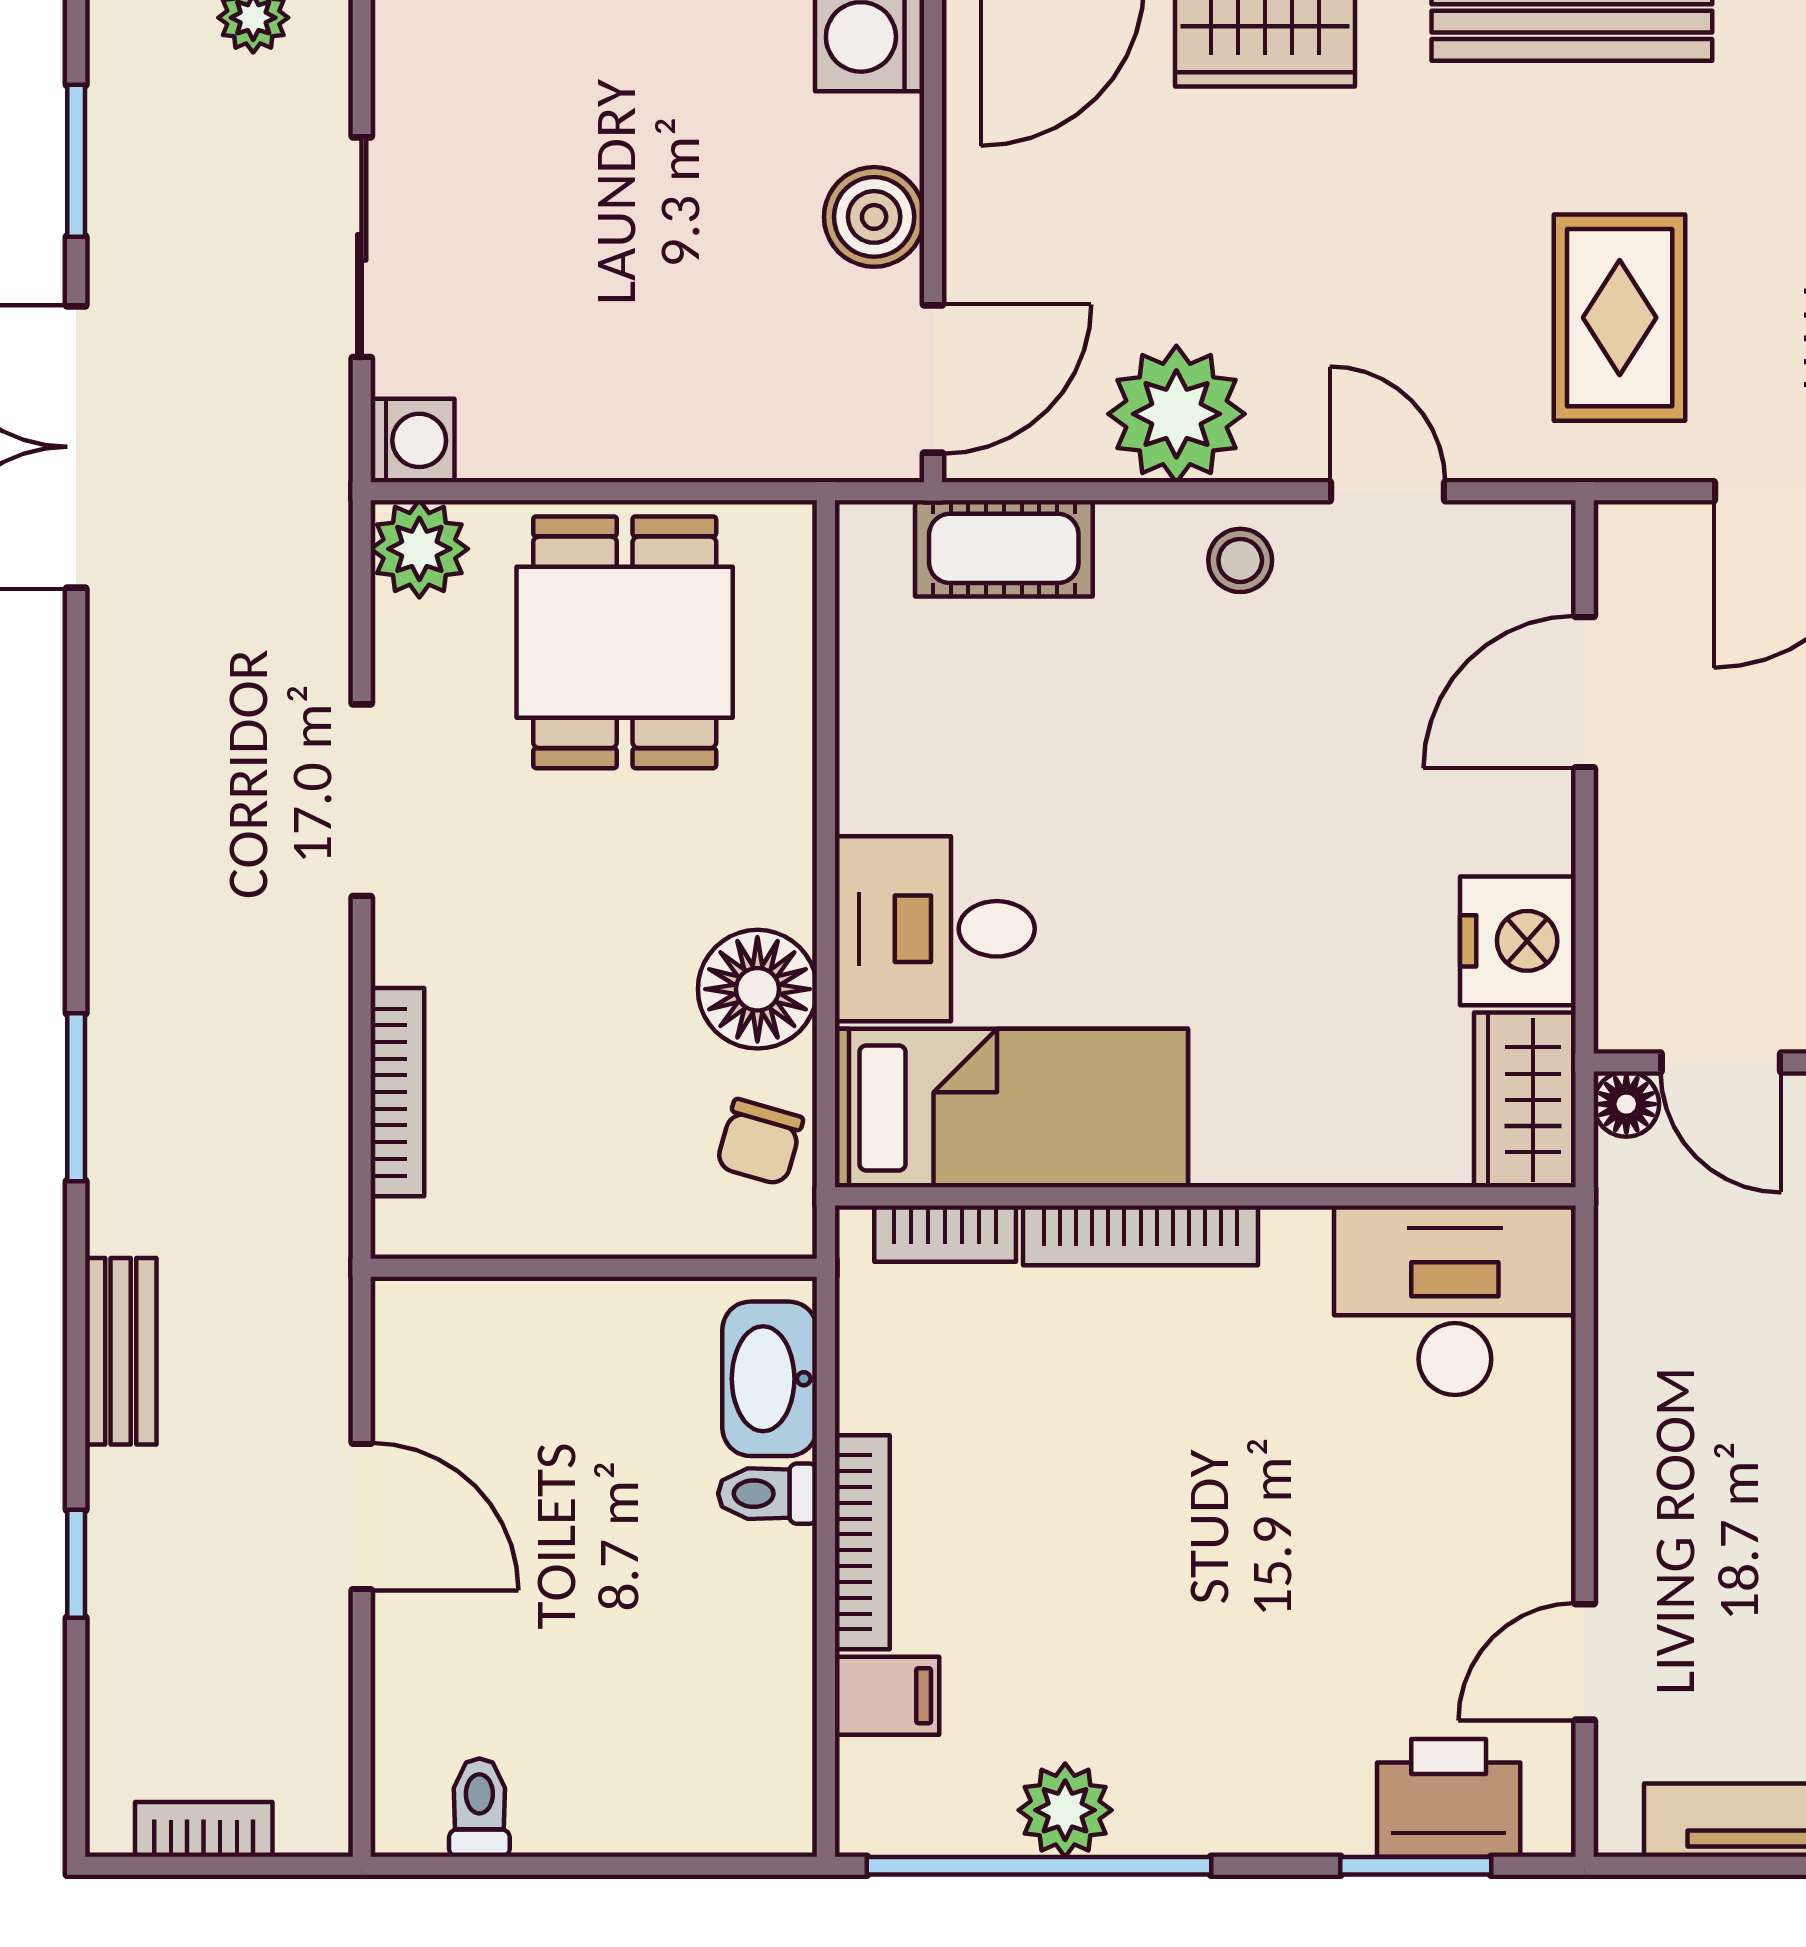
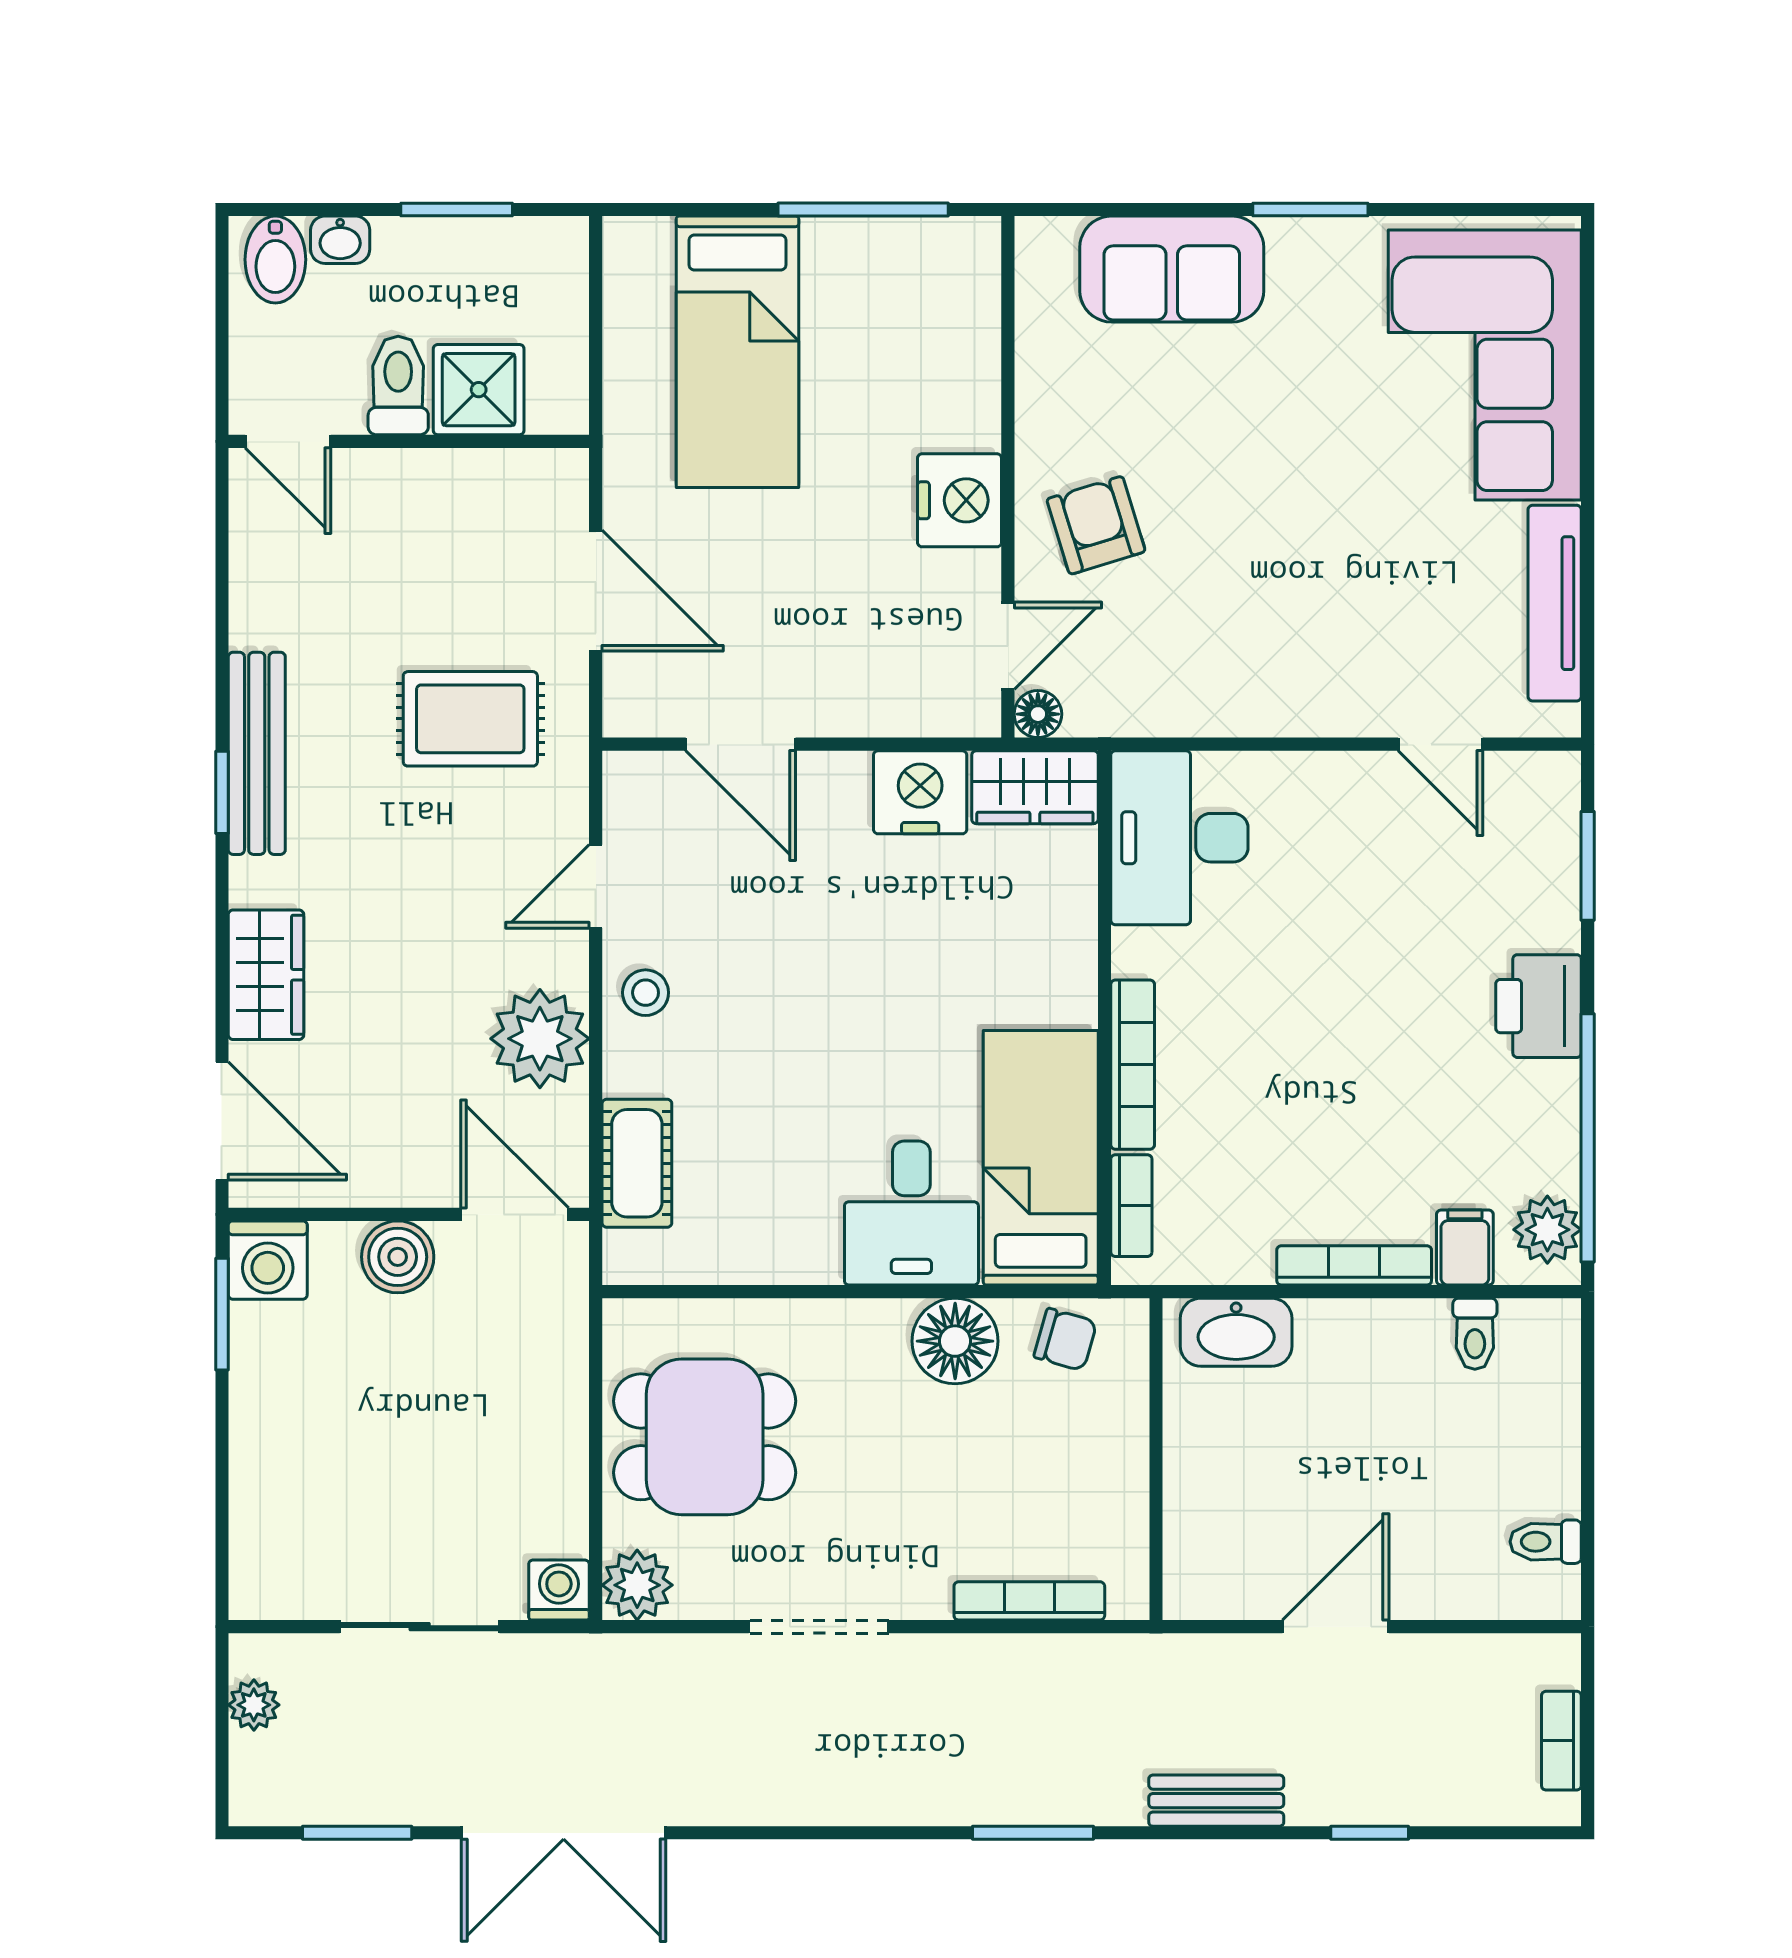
toilet: (768, 1494) -> (1475, 1334), moved
printer: (1449, 1798) -> (1539, 1006), moved
plant: (1065, 1810) -> (1547, 1230), moved

